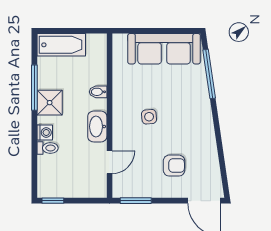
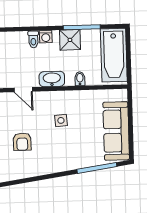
bathtub: (61, 45) -> (114, 55), width x1.36, depth x1.36

